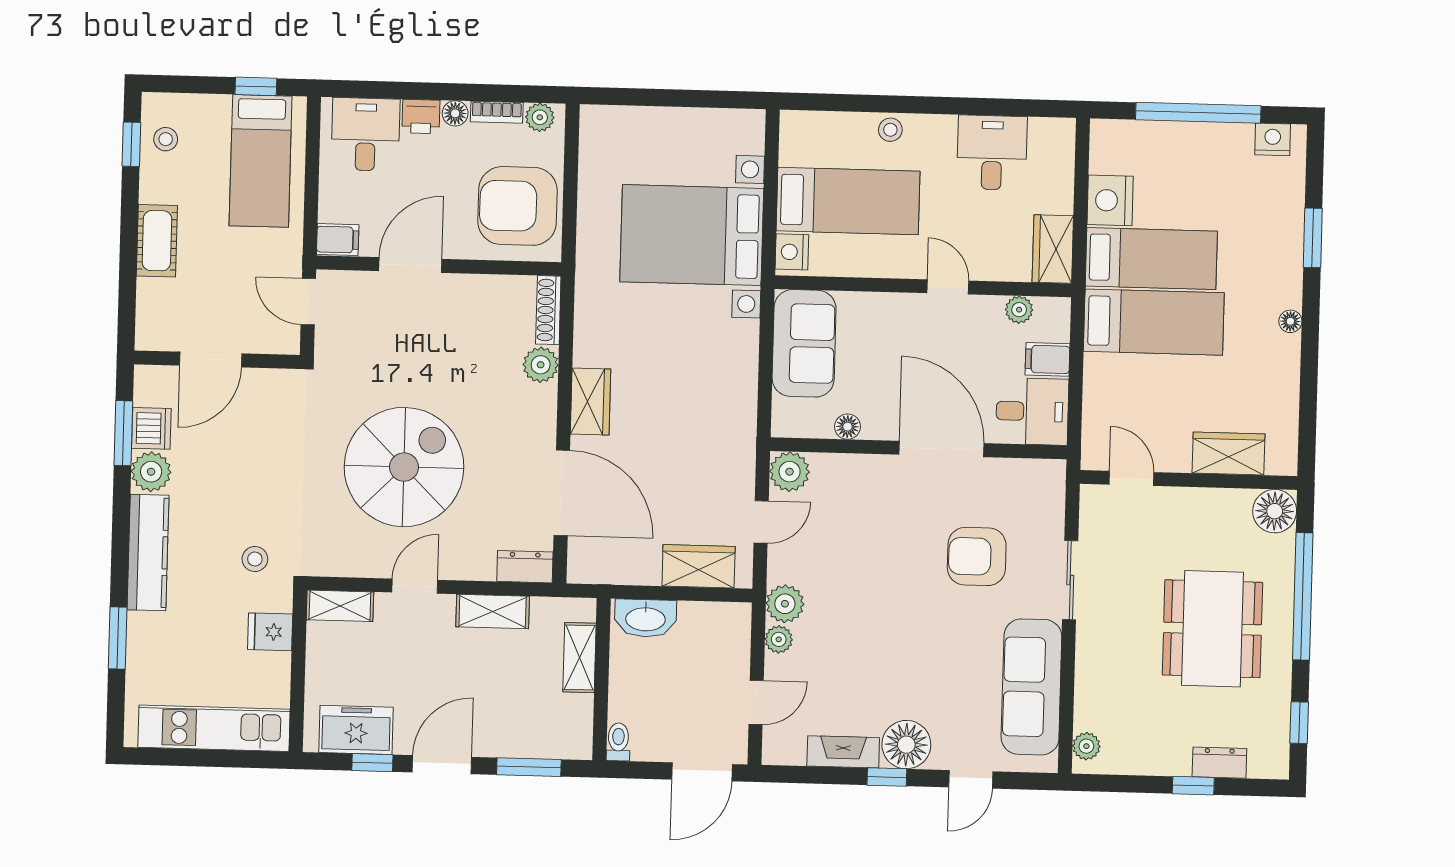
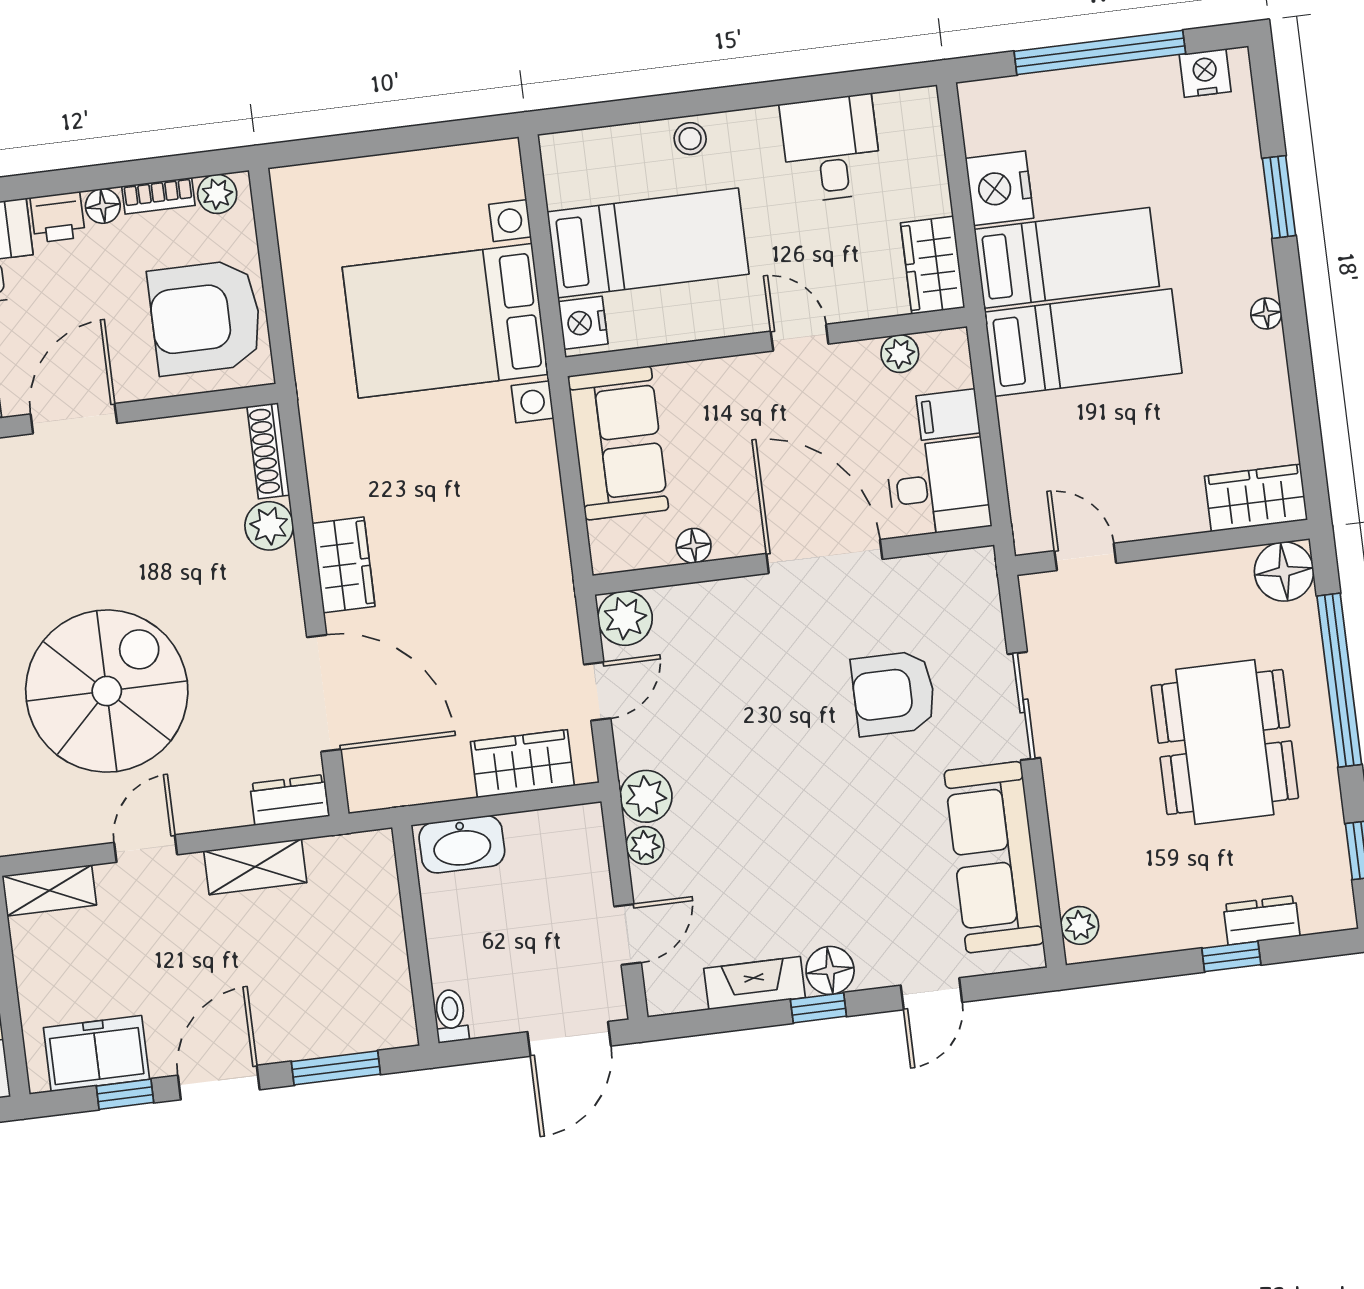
wardrobe: (1229, 454) -> (1256, 498), moved
shelving: (580, 658) -> (381, 911), removed
floor lamp: (906, 745) -> (830, 970), width x0.73, depth x0.73

